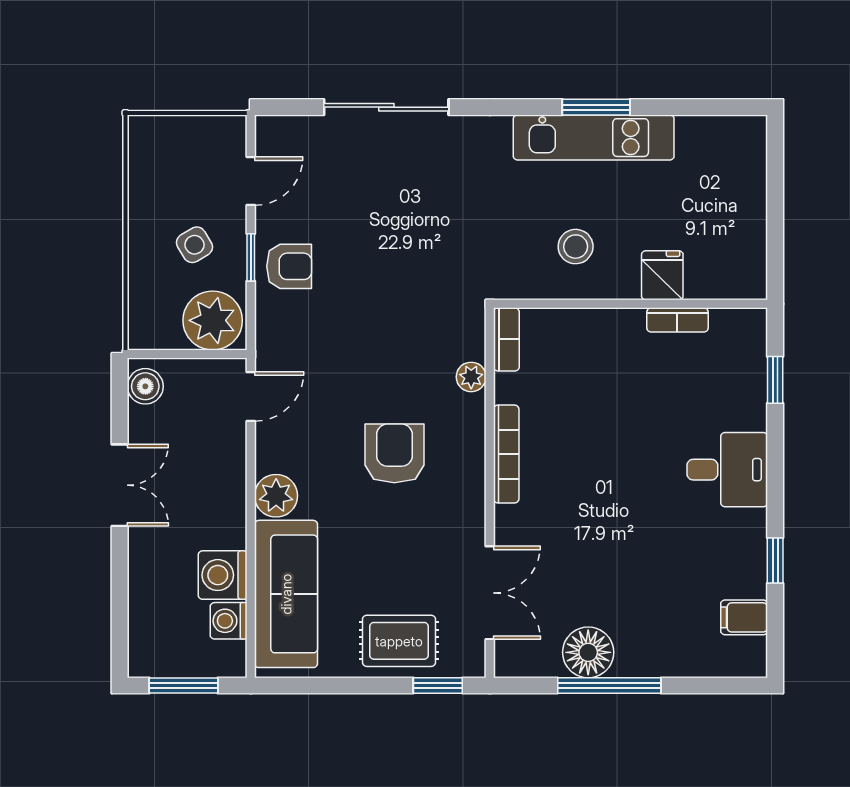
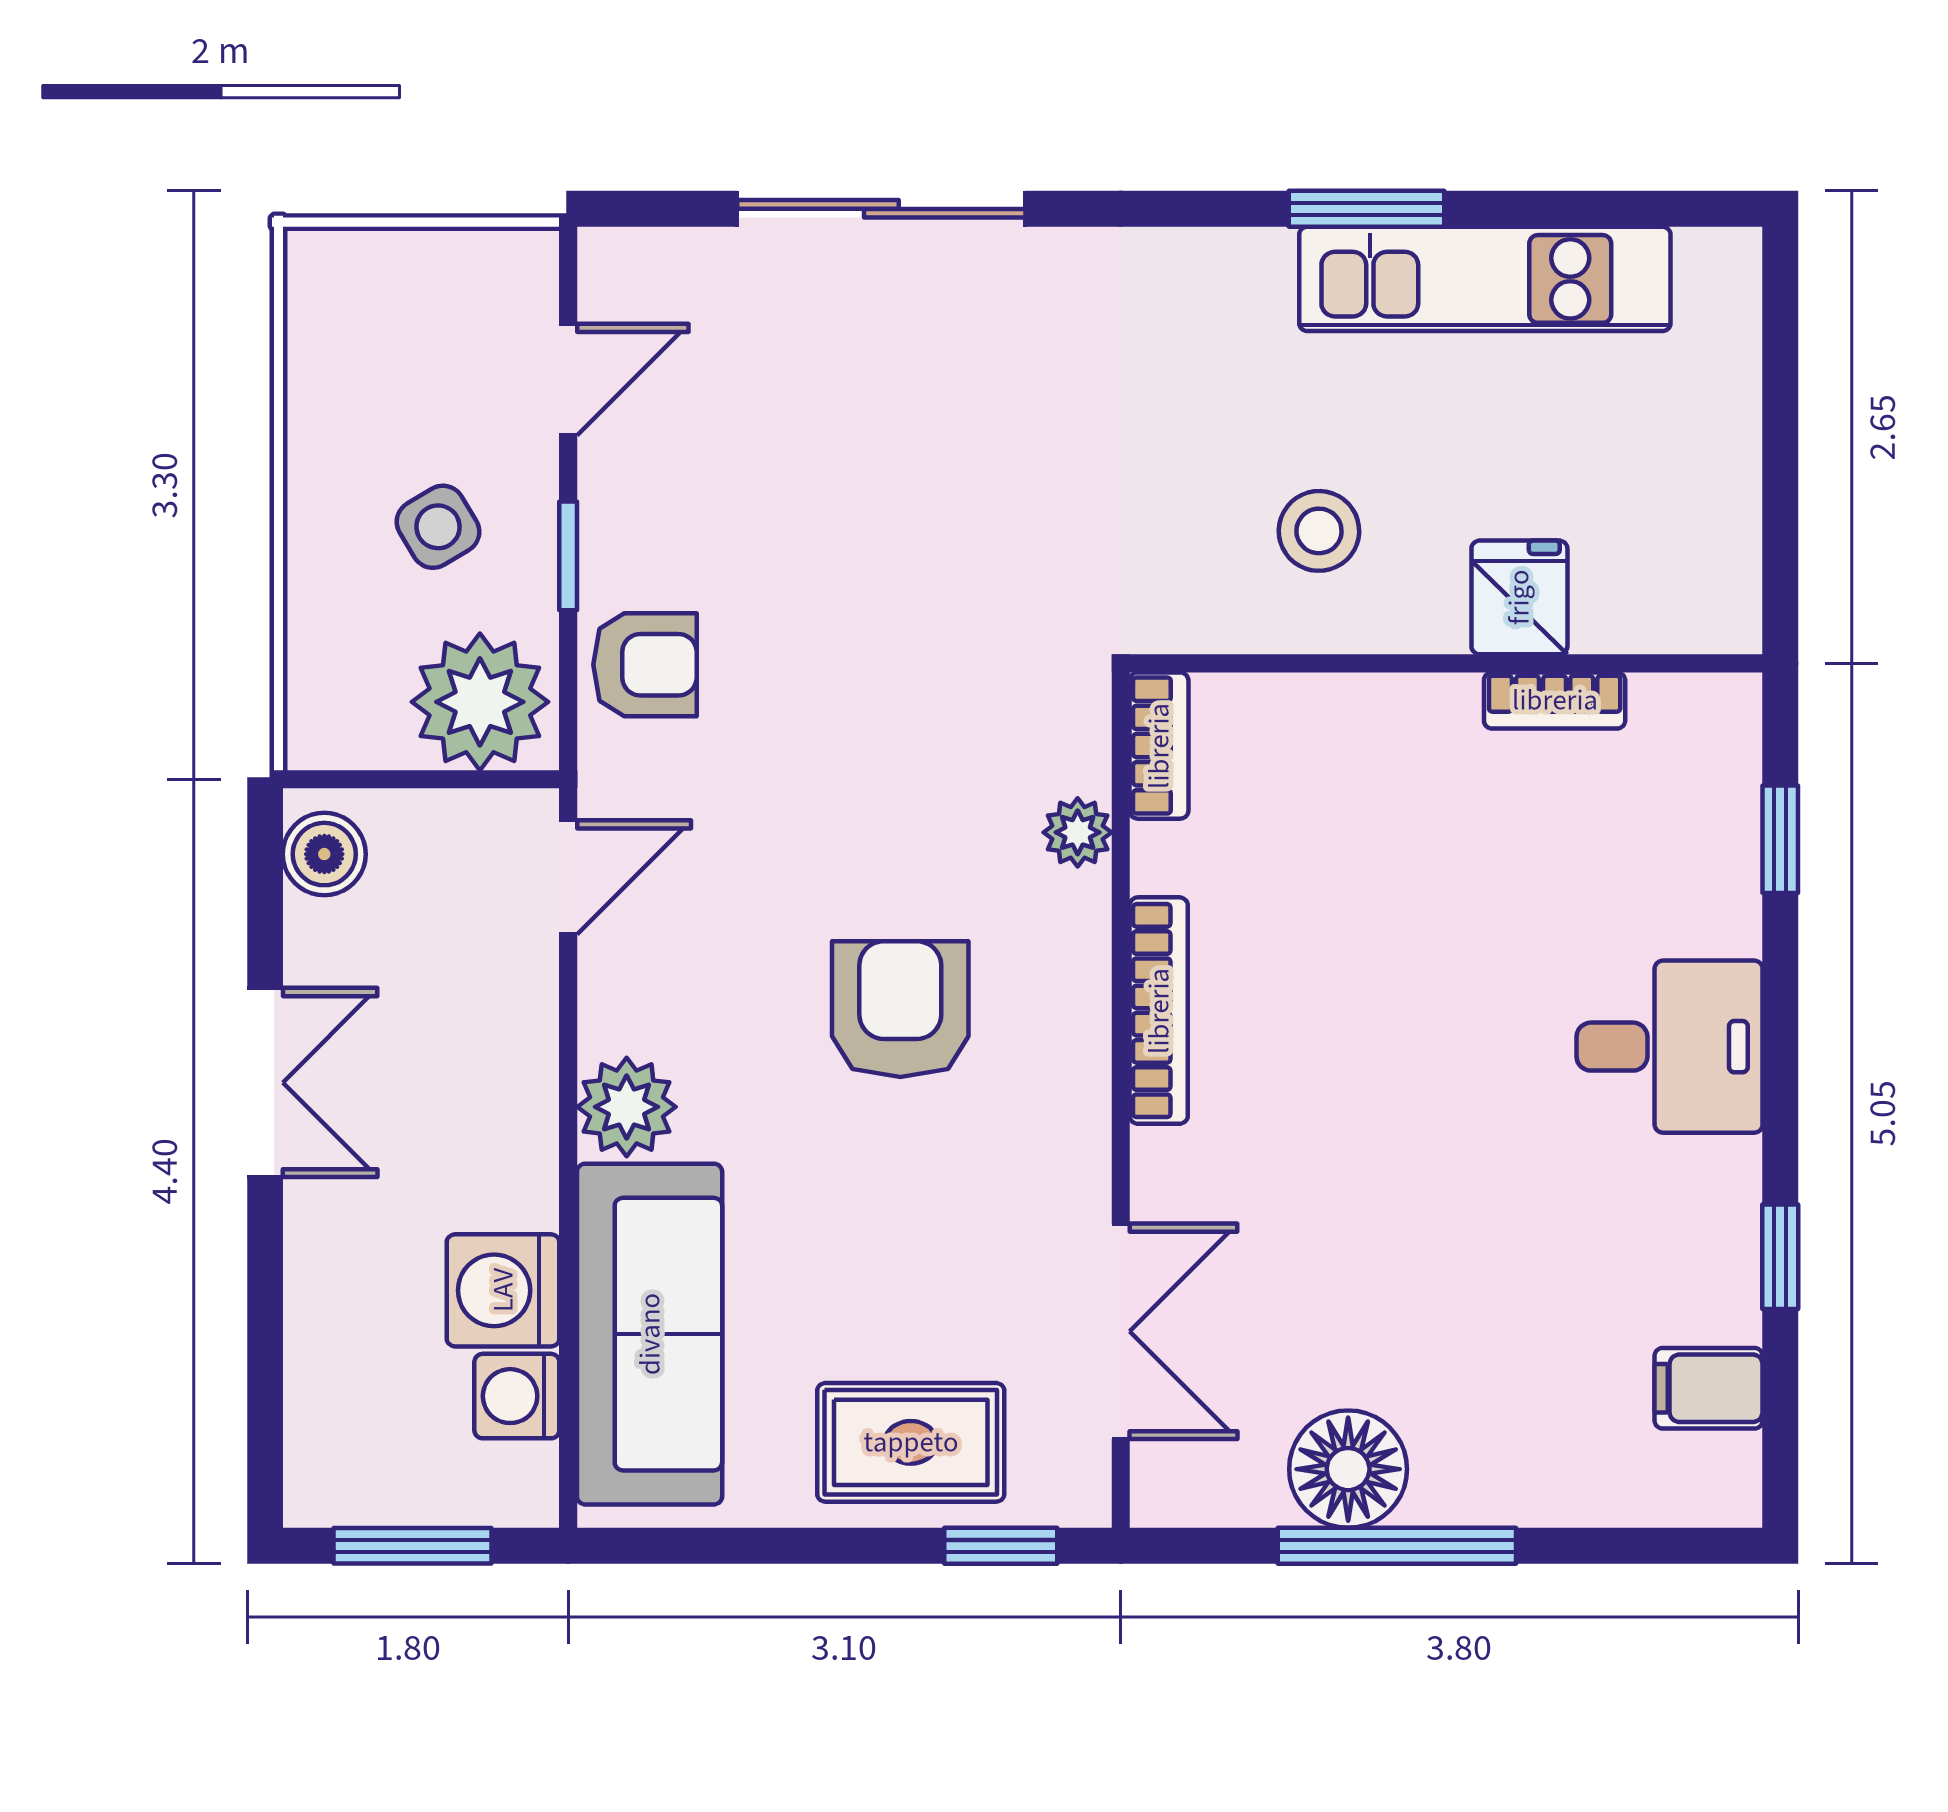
kitchen unit: (594, 138) -> (1485, 279), moved
armchair: (289, 266) -> (645, 665), moved

